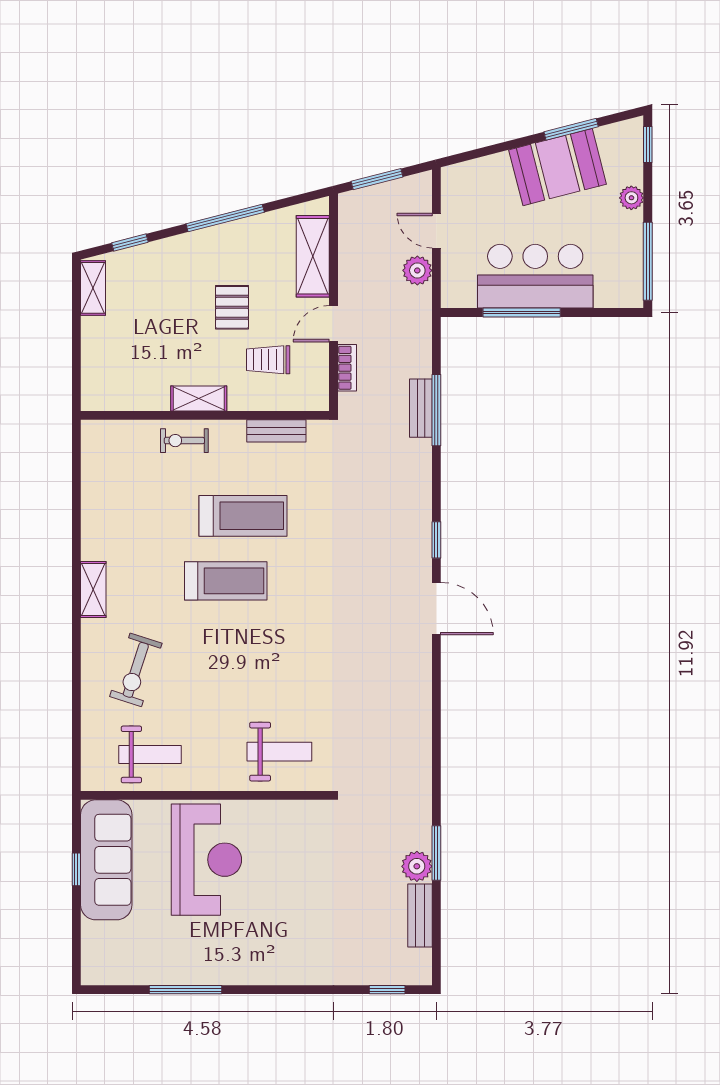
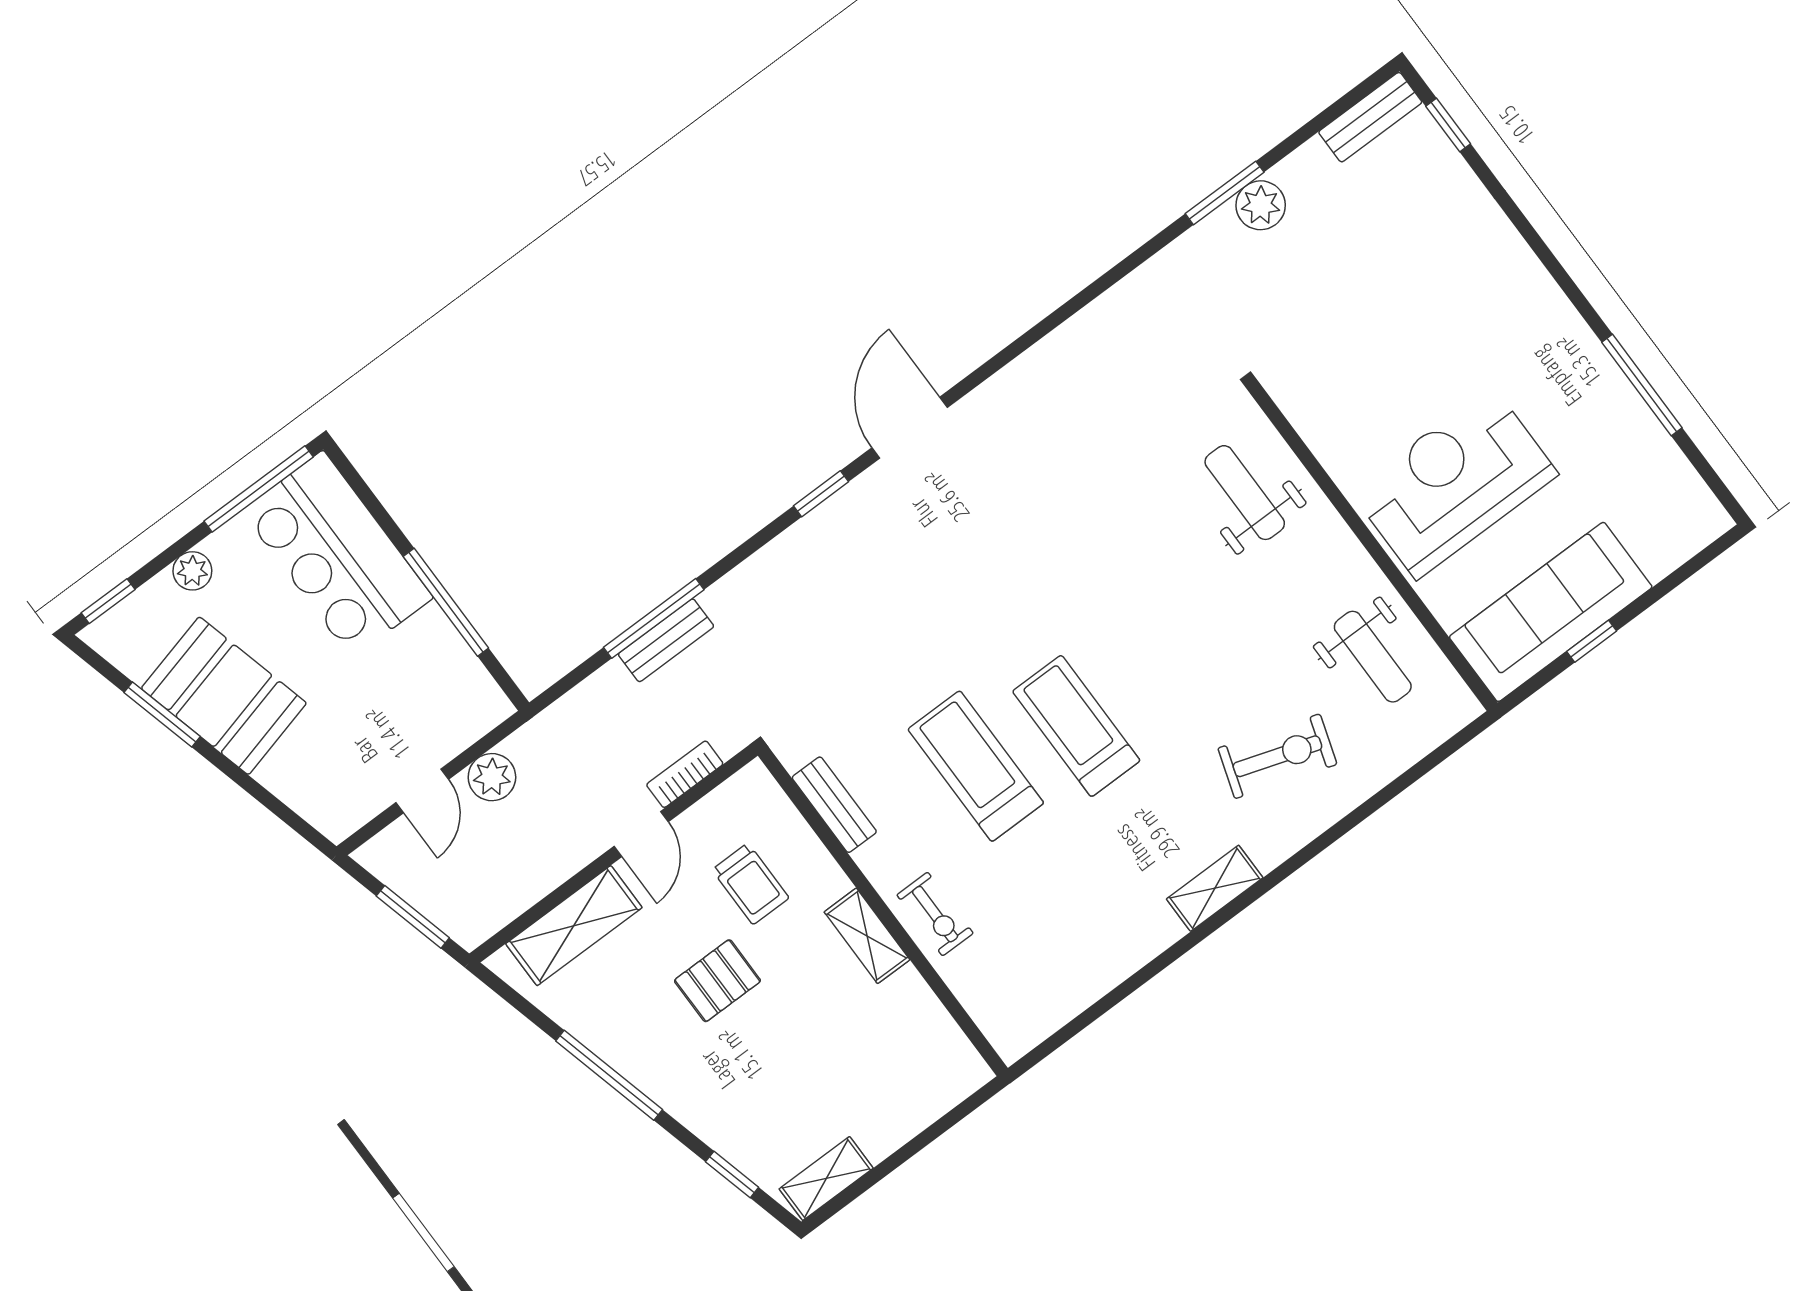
bar counter: (535, 276) -> (337, 554), moved
door: (333, 324) -> (641, 834), hinge flipped
weight bench: (150, 754) -> (1373, 657), turned 180
bench: (420, 915) -> (1370, 117), moved

